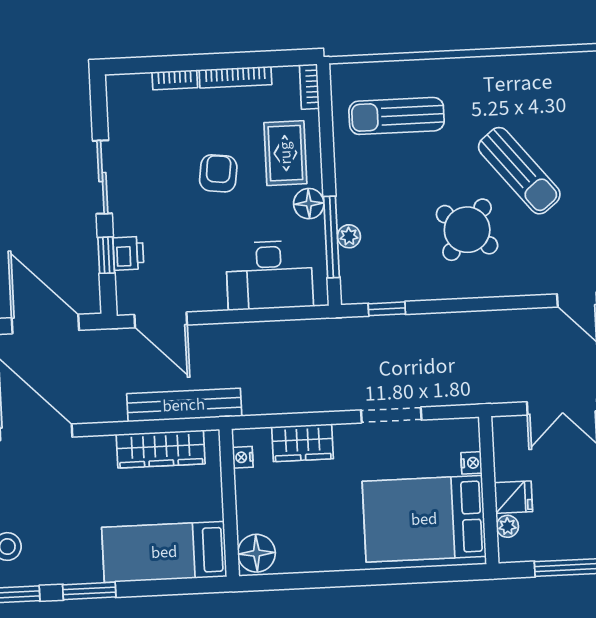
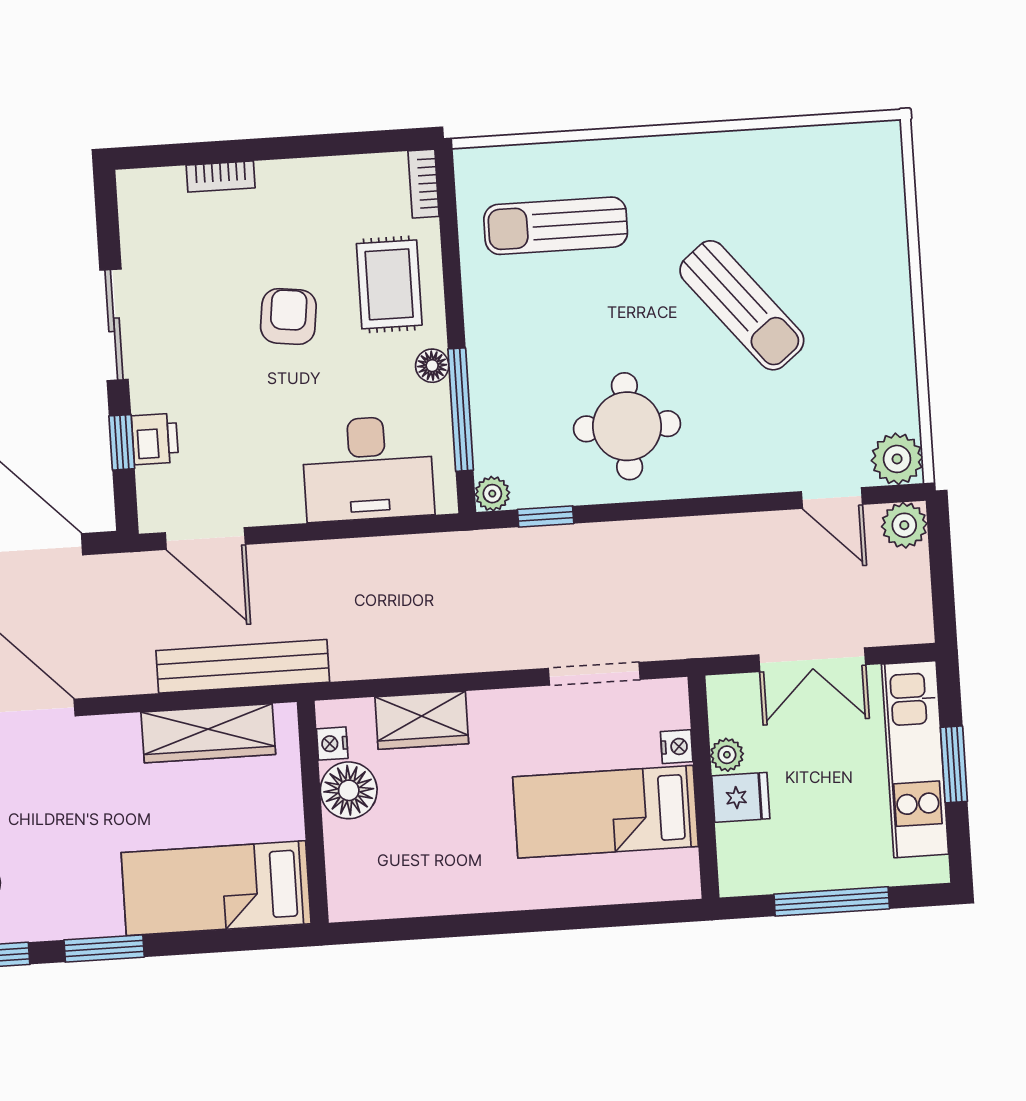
bookcase: (235, 77) -> (312, 171), removed
floor lamp: (309, 204) -> (432, 366), width x0.73, depth x0.73
round table: (467, 230) -> (627, 426), moved, turned -38
plant: (349, 236) -> (492, 494), moved
doorway: (391, 415) -> (594, 674), moved
bed: (424, 519) -> (606, 812), width x0.67
plant: (507, 526) -> (727, 755), moved
floor lamp: (256, 553) -> (349, 790), moved

